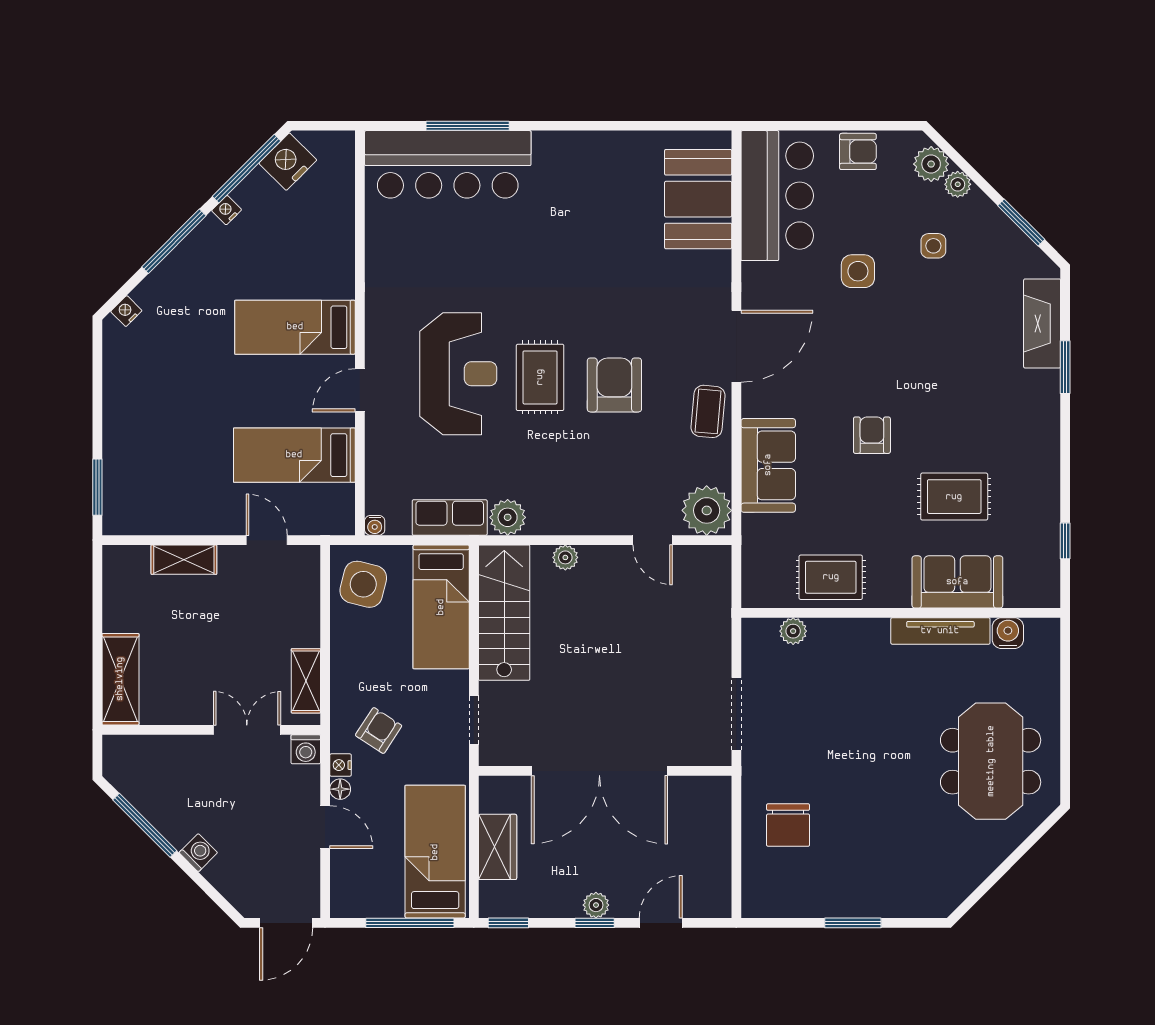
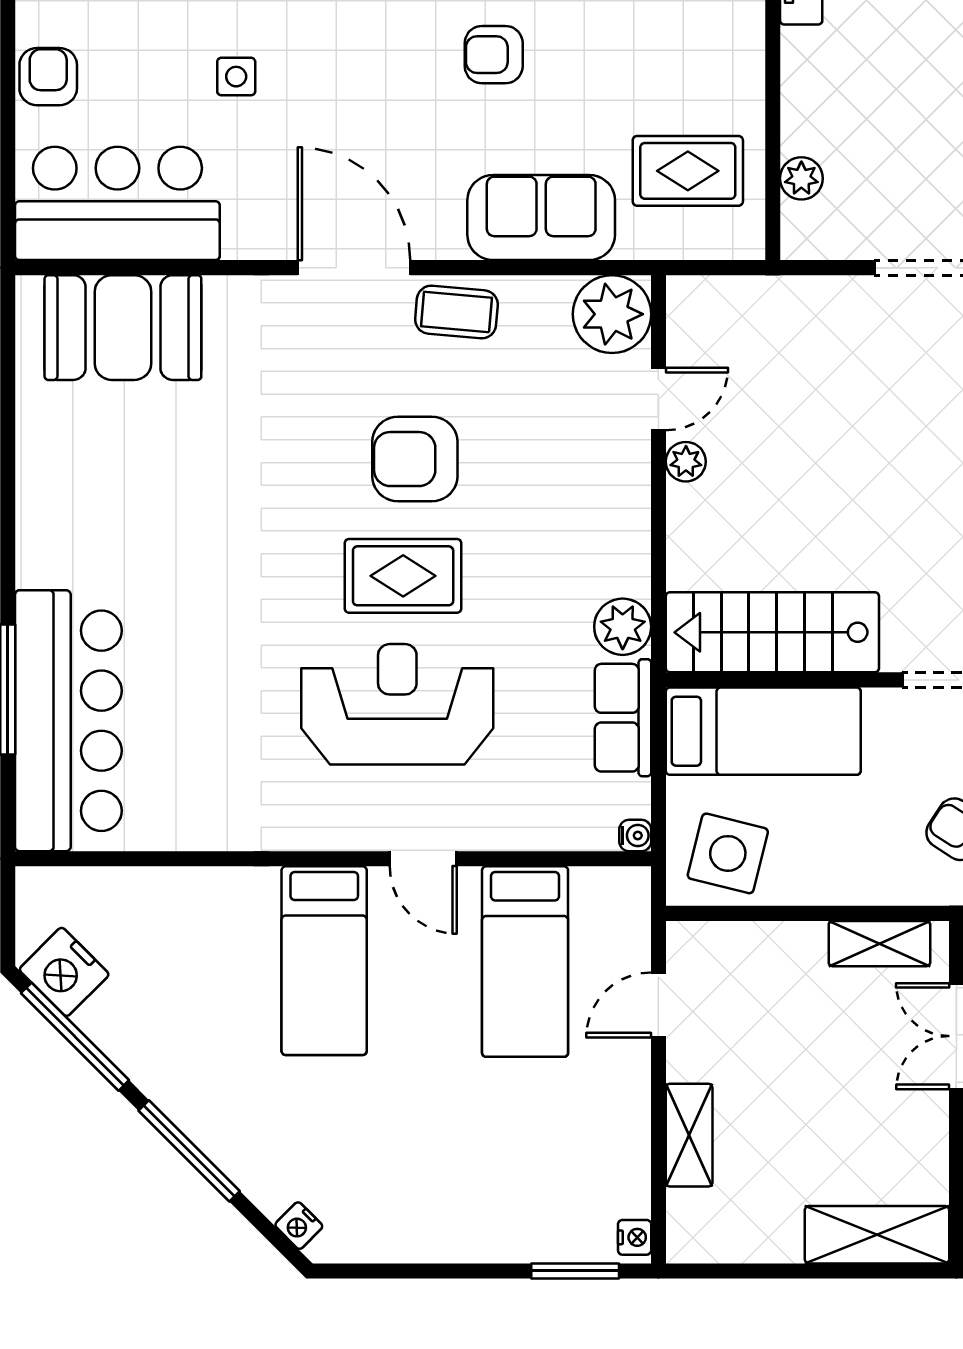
nightstand: (227, 210) -> (635, 1237), moved, turned -135
side table: (858, 271) -> (236, 77), width x0.73, depth x0.73
plant: (565, 557) -> (686, 462), moved
rug: (831, 577) -> (688, 171), moved, turned 90

